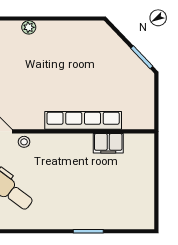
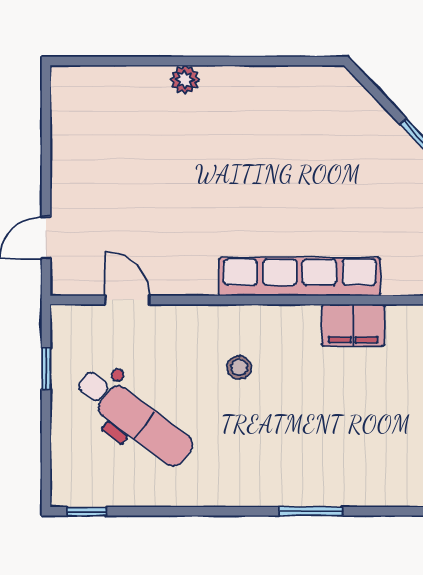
stool: (24, 142) -> (239, 367), moved

